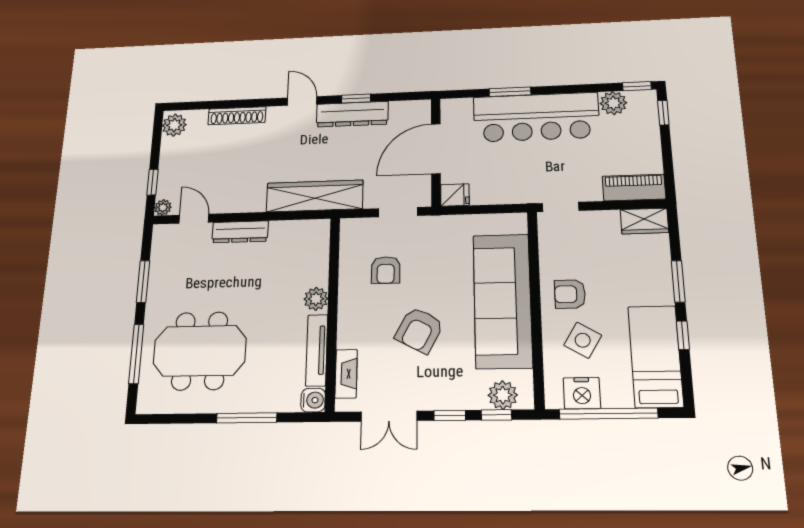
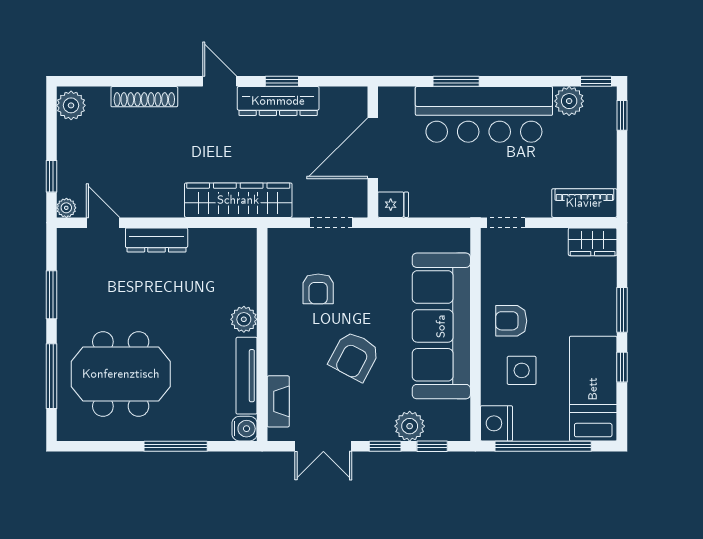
side table: (583, 340) -> (522, 370), turned -31
nightstand: (582, 393) -> (496, 423), moved, turned 90
plant: (503, 395) -> (410, 426), moved

